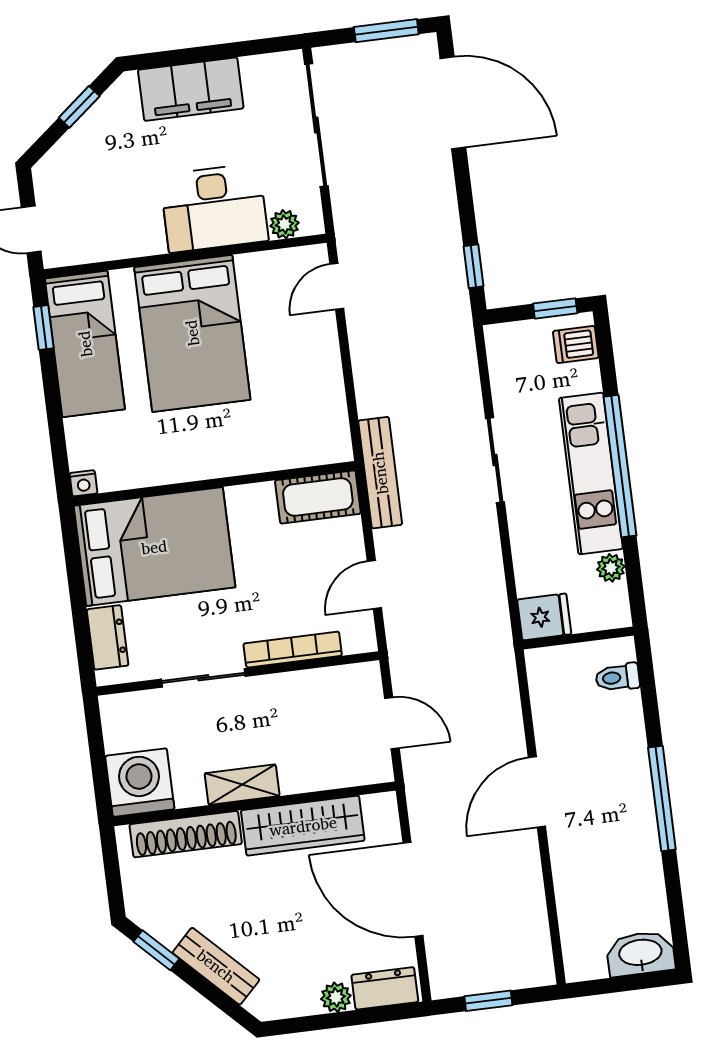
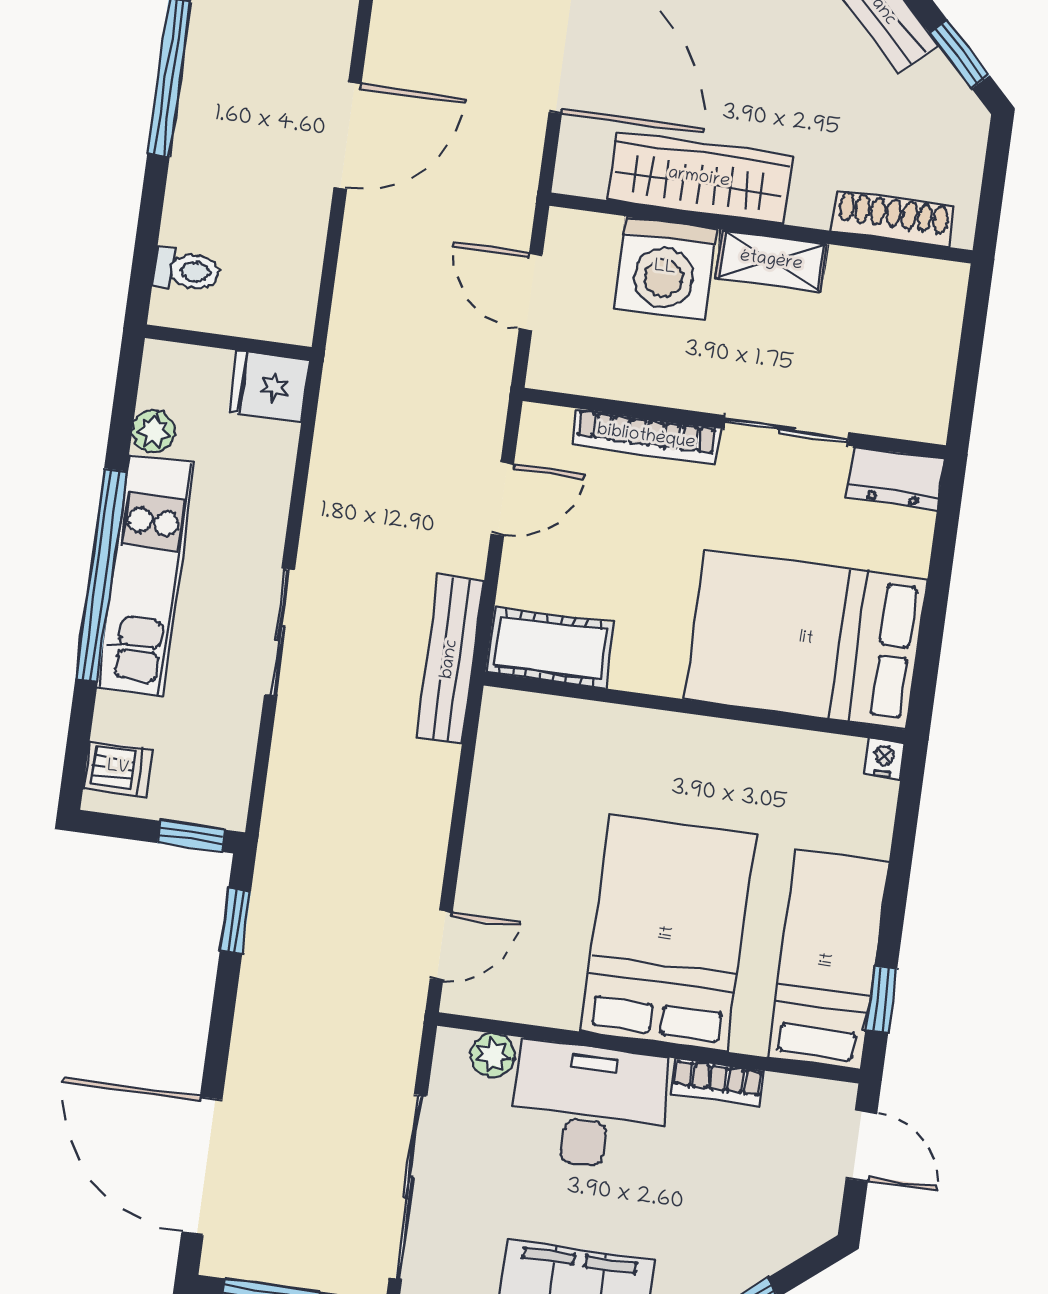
bookcase: (135, 246) -> (718, 1082), added
window: (555, 308) -> (191, 836), moved
dresser: (108, 637) -> (895, 478), moved, turned -90
washing machine: (140, 783) -> (665, 268), moved
shoe rack: (186, 834) -> (893, 219), width x0.74, depth x0.81

